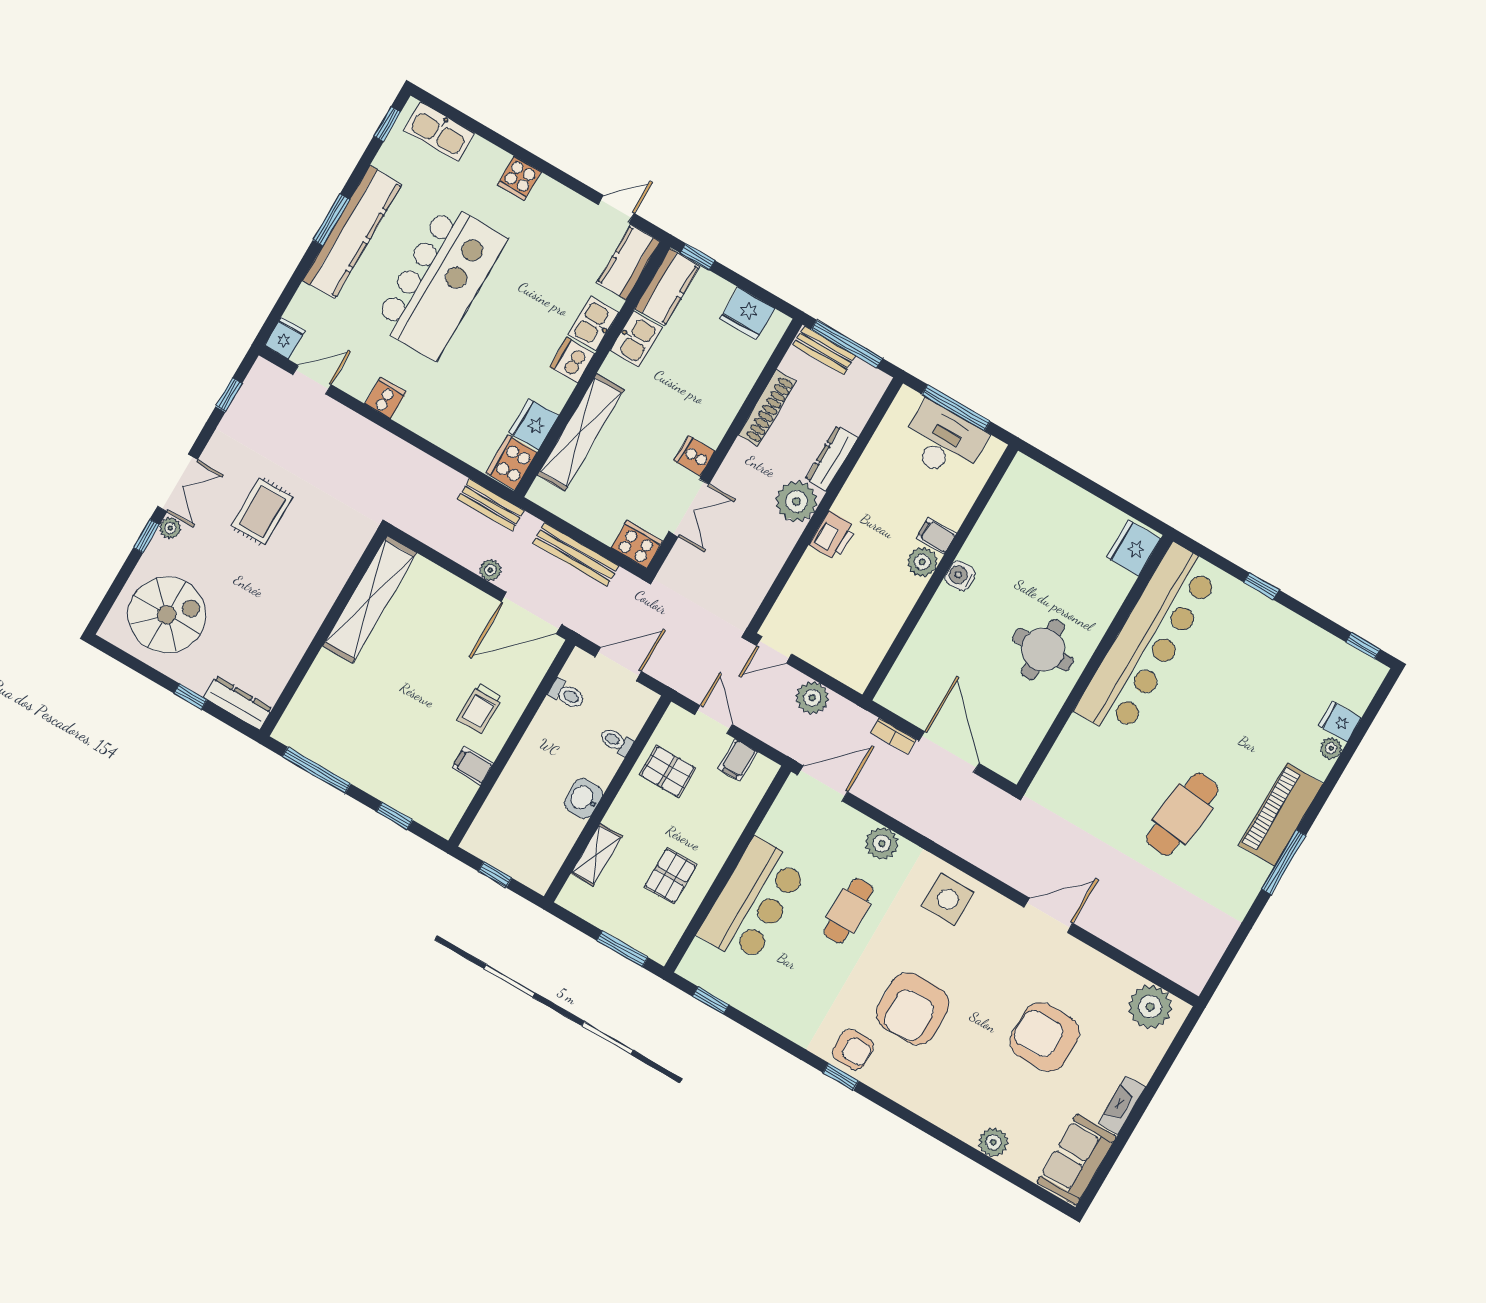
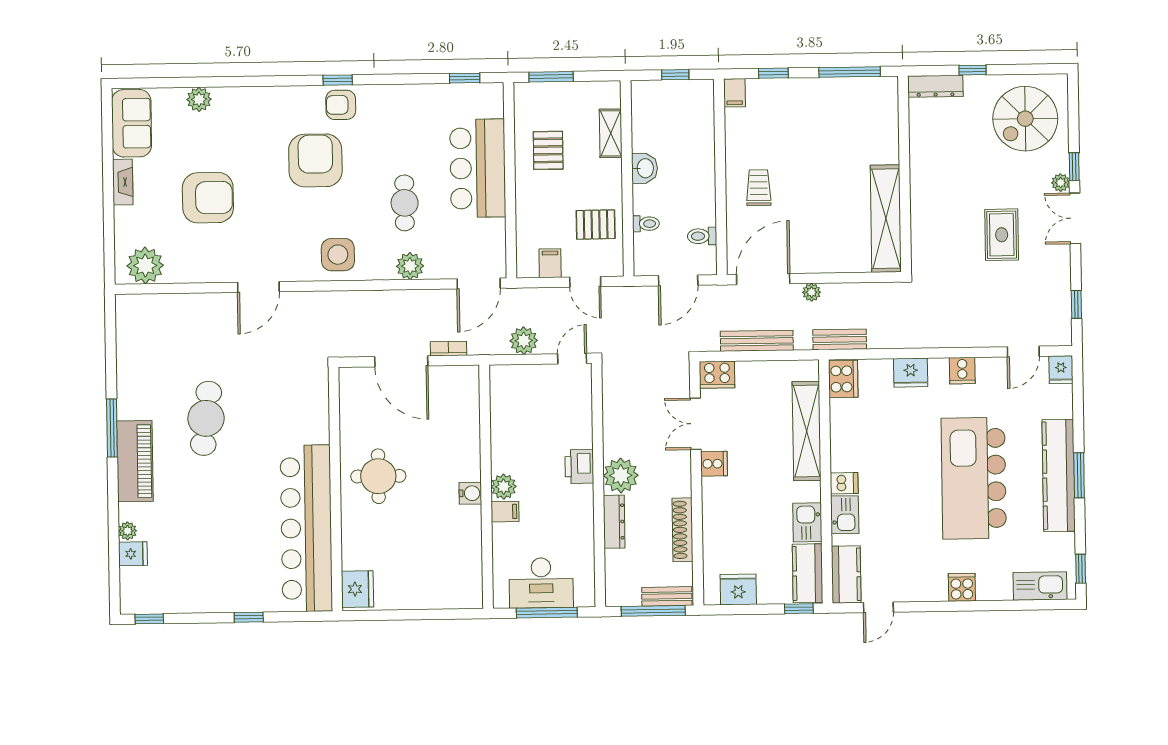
dishwasher: (572, 360) -> (844, 483), width x0.73
fridge: (534, 424) -> (911, 373), moved, turned 90
filing cabinet: (473, 766) -> (734, 93), moved, turned 90

